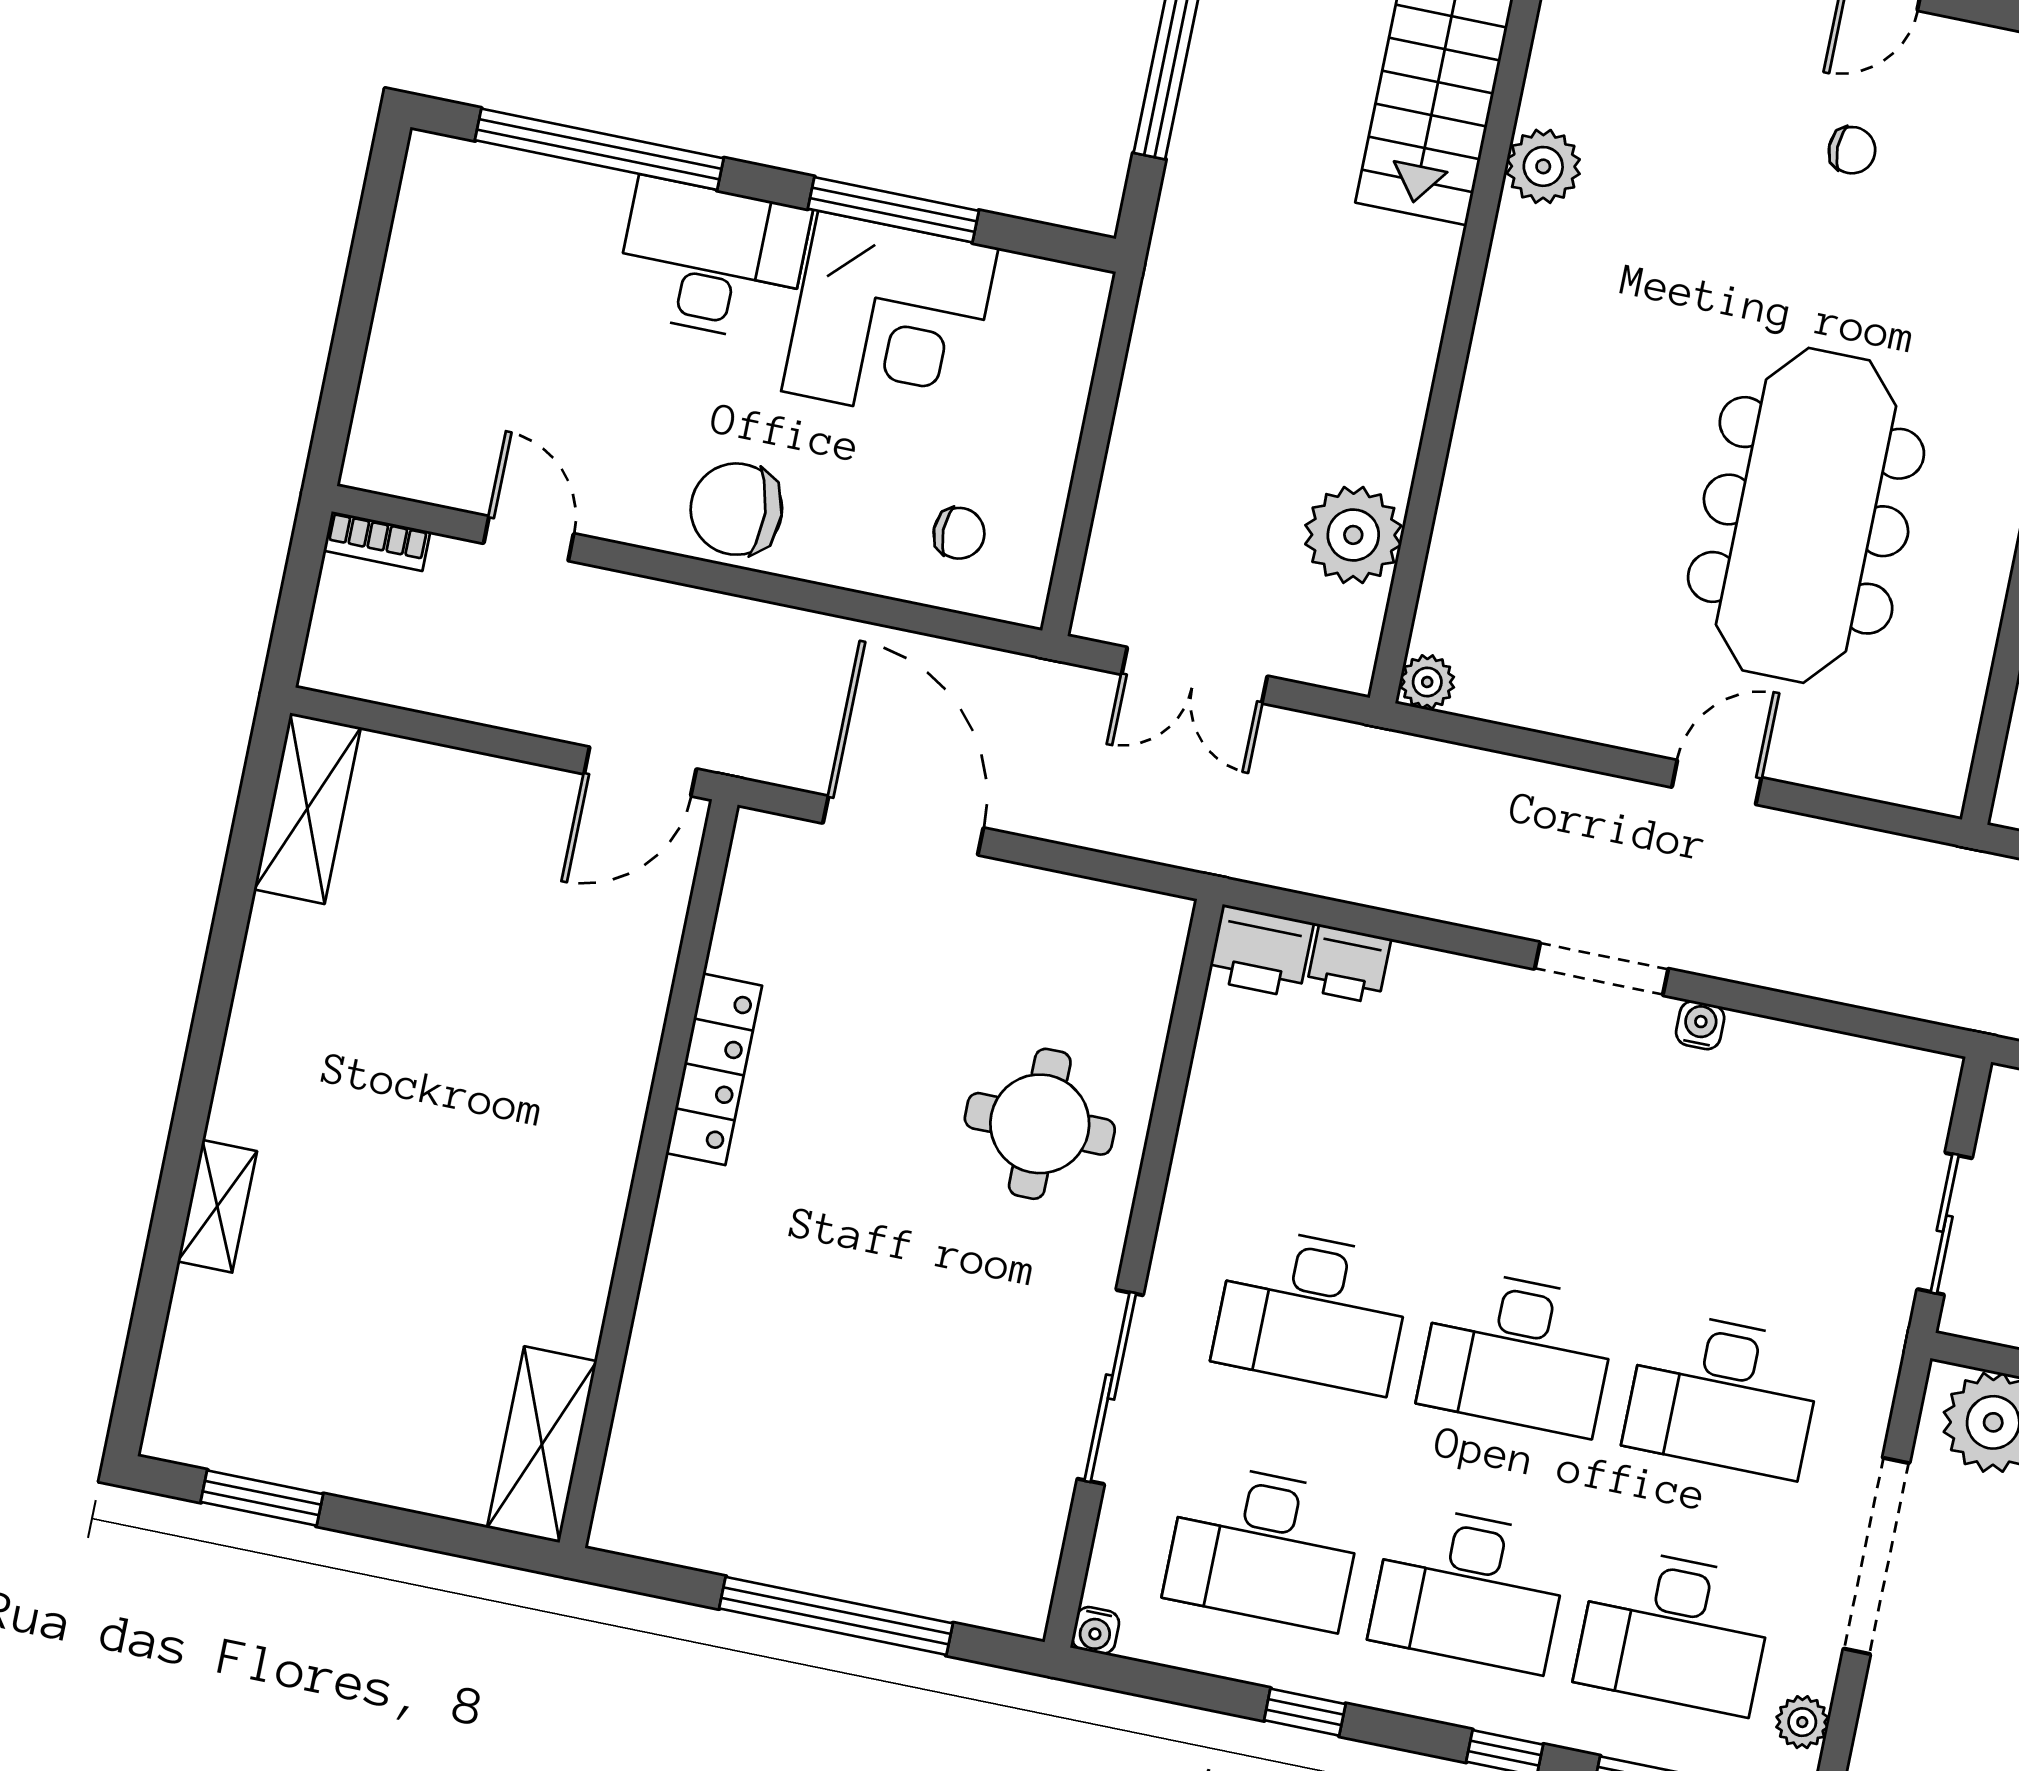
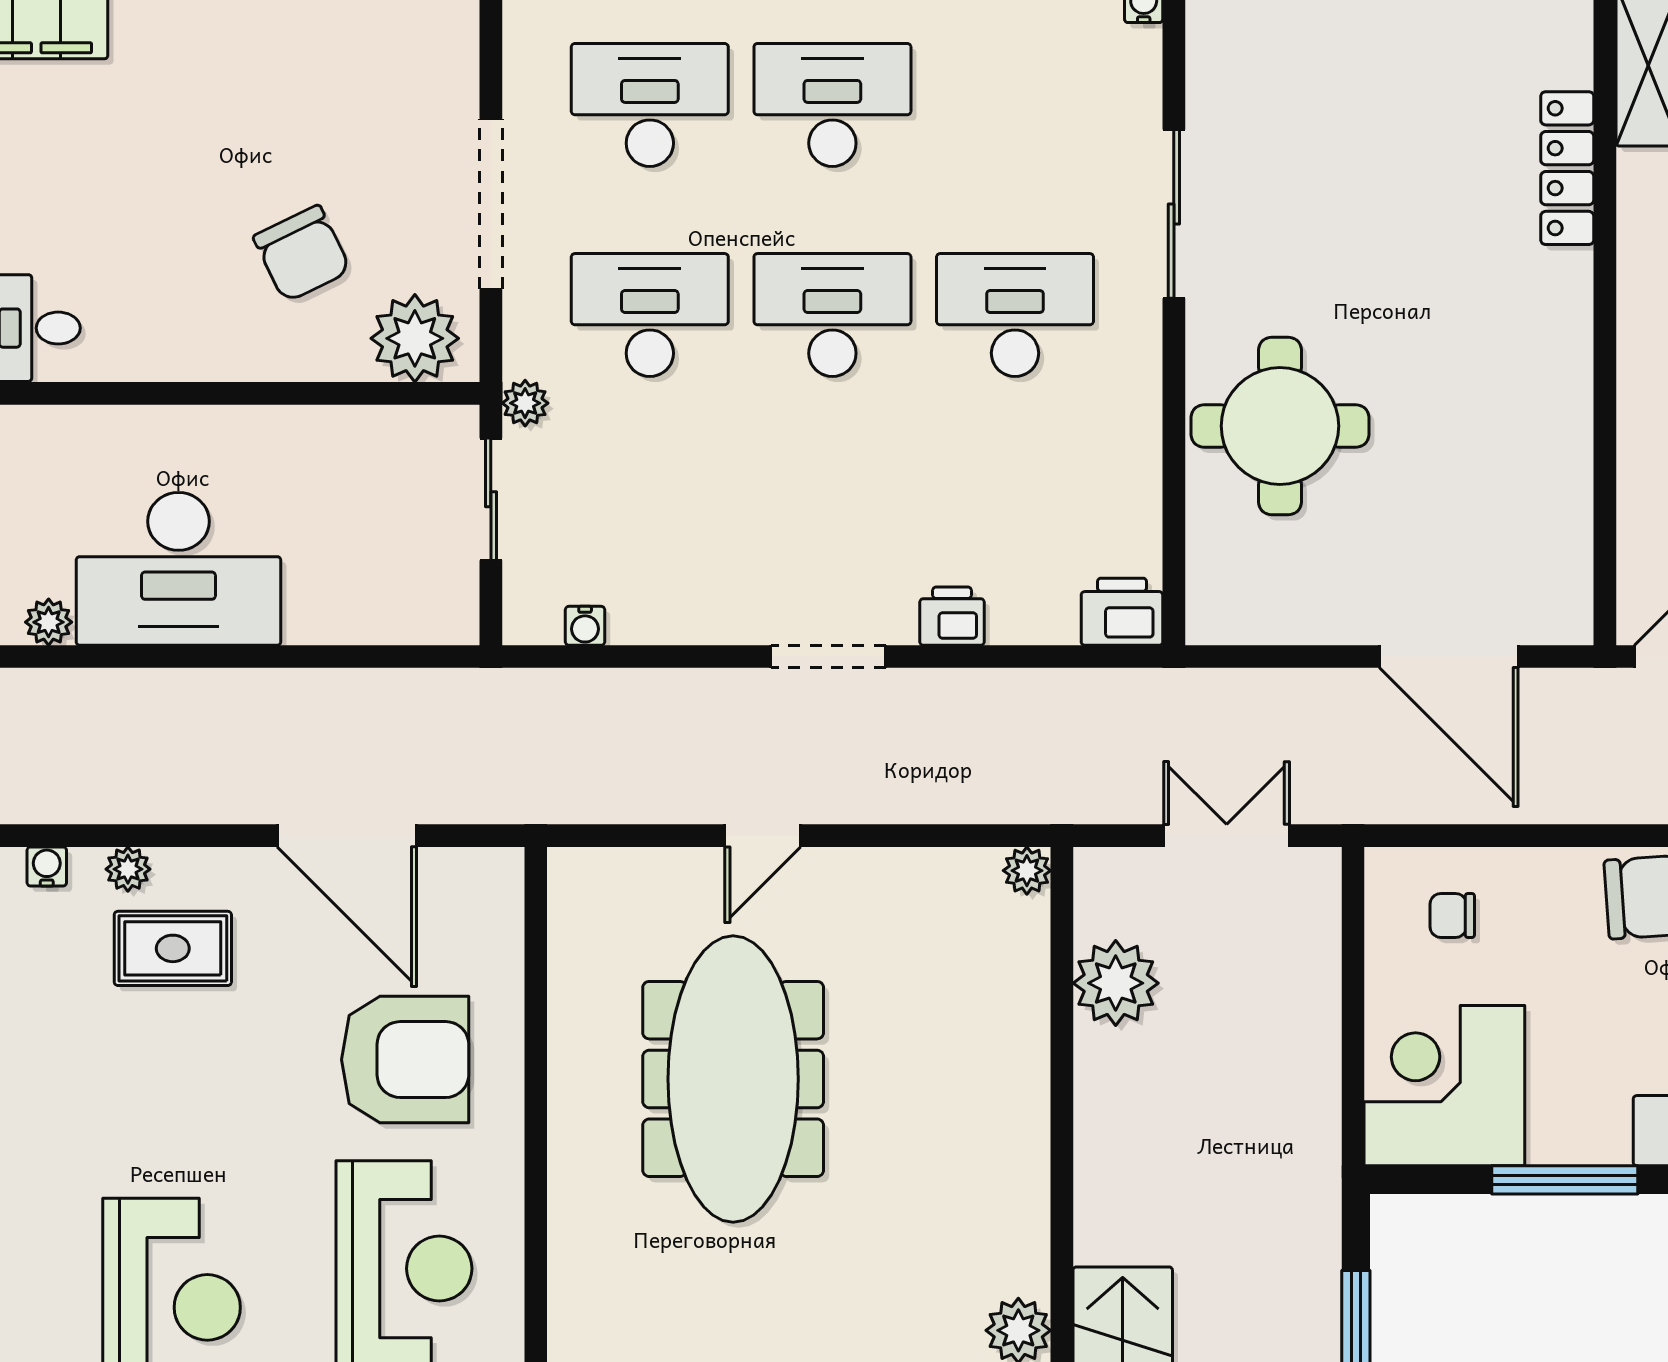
corner desk: (890, 319) -> (1444, 1086), moved
printer: (1348, 964) -> (952, 616), moved
water cooler: (1700, 1025) -> (585, 626), moved
locker: (714, 1069) -> (1567, 168), moved
round table: (1040, 1124) -> (1280, 426), width x1.36, depth x1.36
desk: (1264, 1546) -> (1015, 105), removed
plant: (1802, 1722) -> (525, 403), moved

